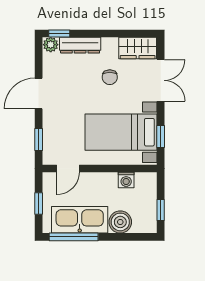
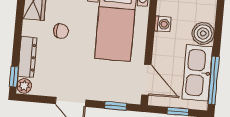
door: (68, 168) -> (146, 80), width x1.38

